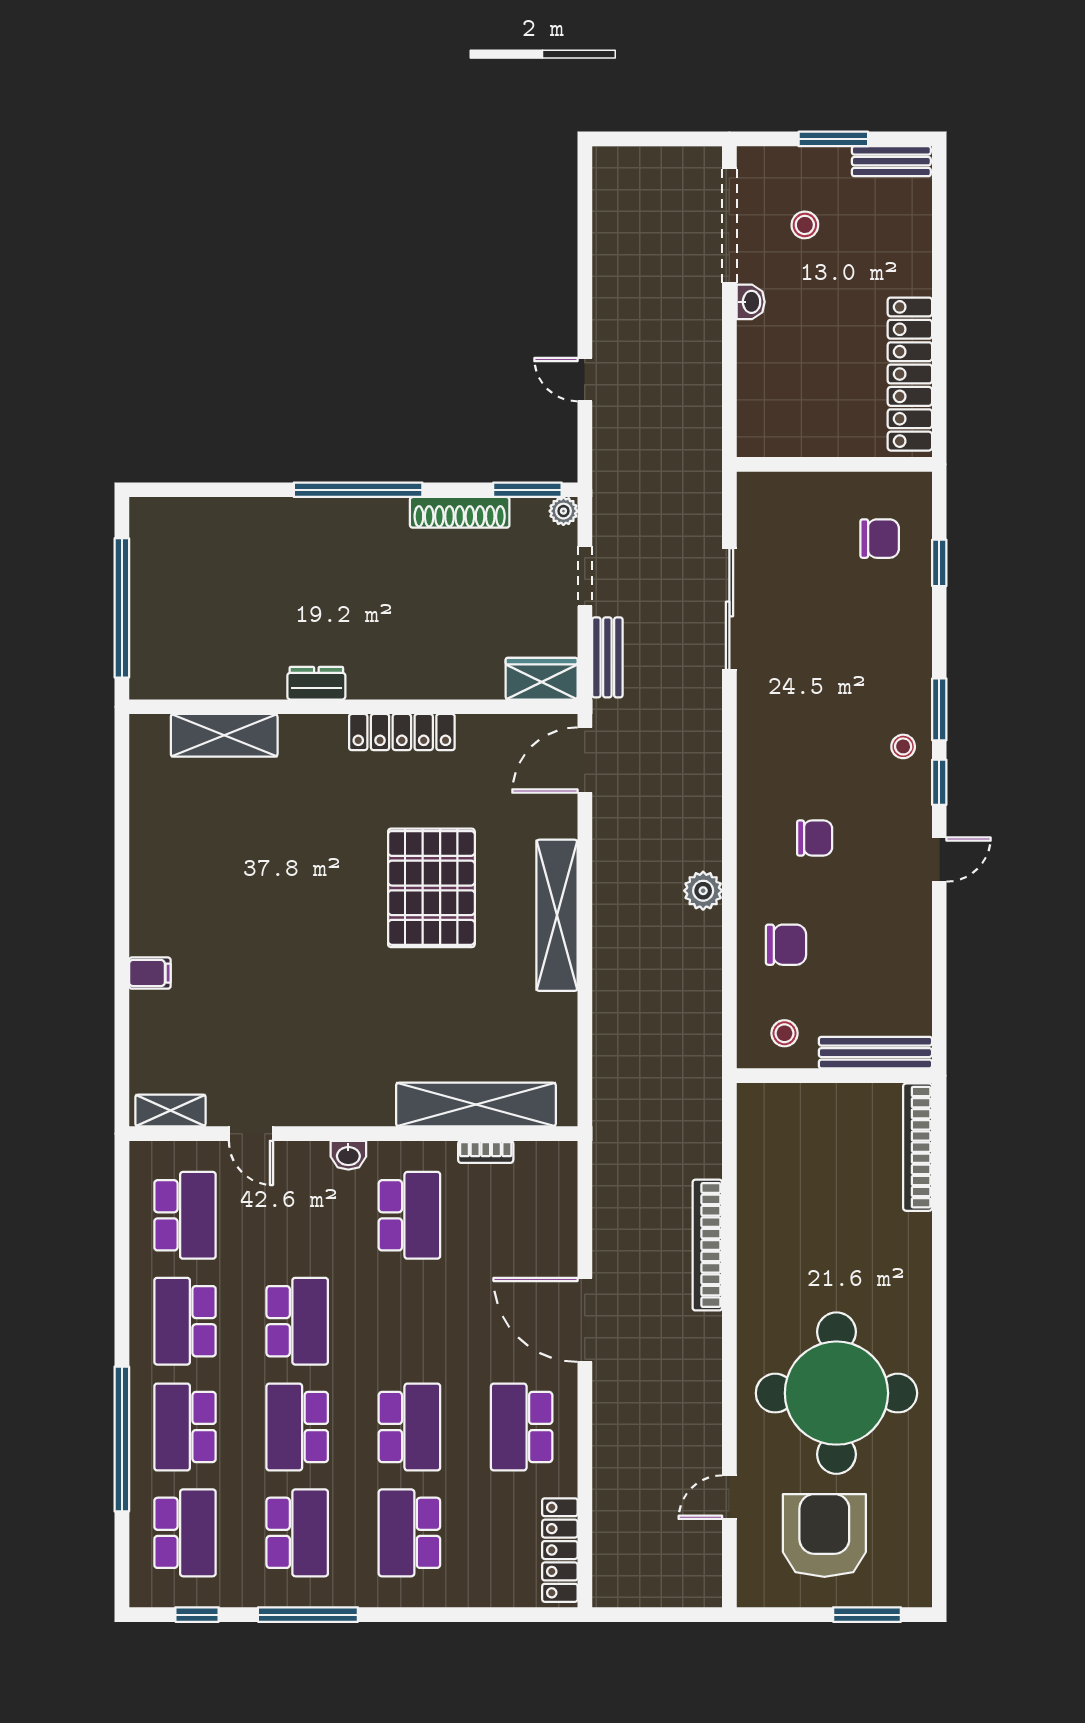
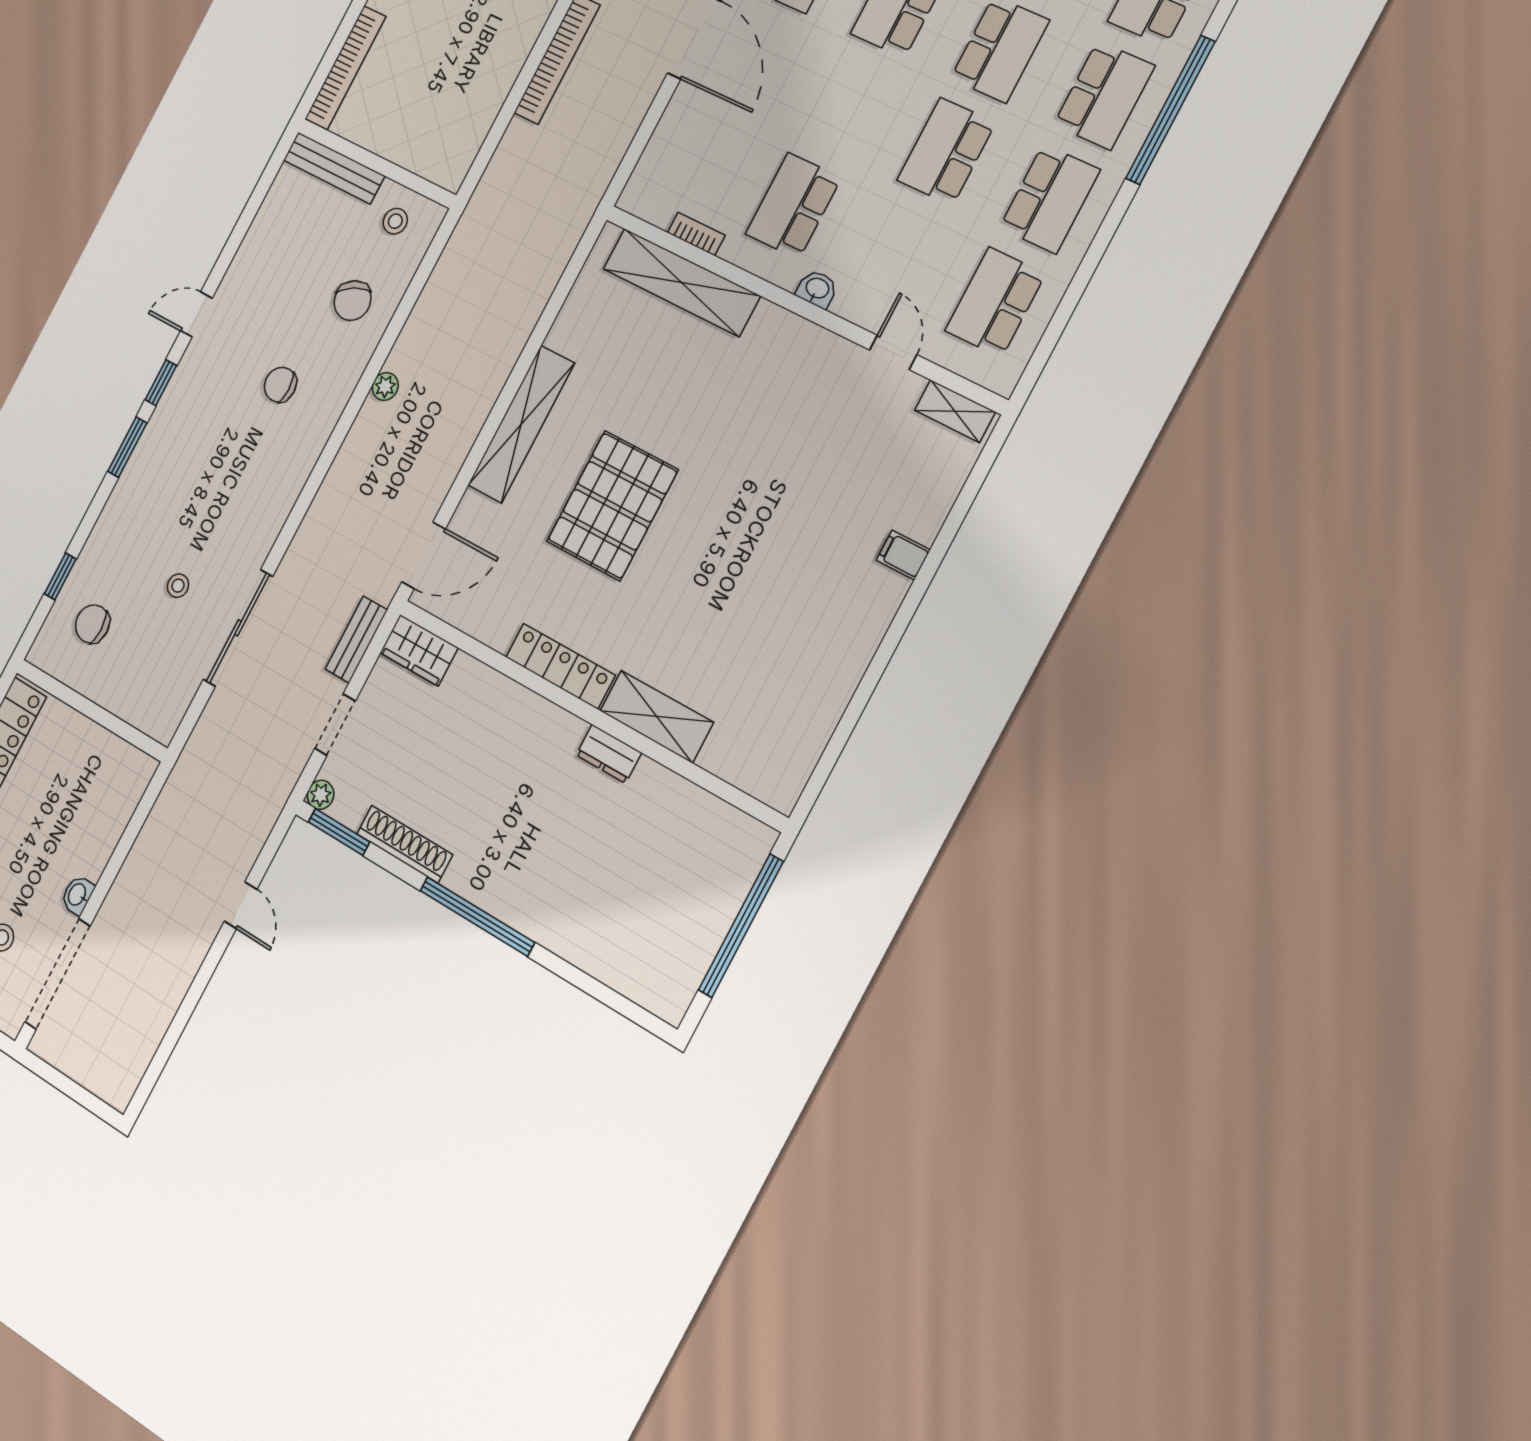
shelving: (224, 735) -> (657, 717), moved
stool: (903, 746) -> (178, 586), moved
plant: (703, 891) -> (385, 386), width x0.73, depth x0.73
chair: (786, 945) -> (353, 301), turned -116

